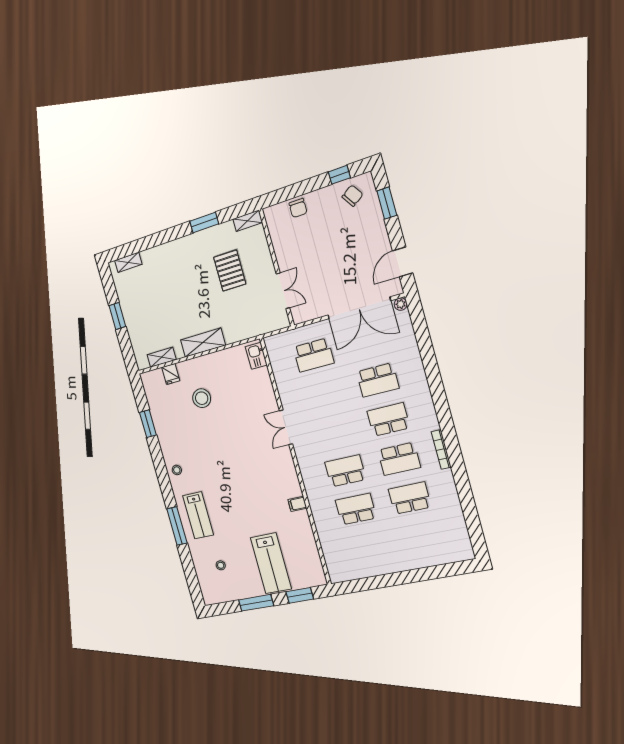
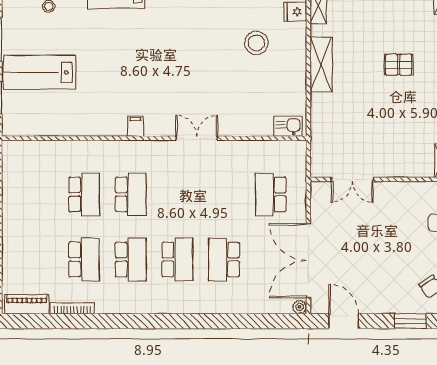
pallet: (230, 271) -> (399, 65), moved, width x0.67, depth x0.71
bookcase: (441, 449) -> (72, 308), moved
school desk: (399, 459) -> (131, 259), turned 180
filing cabinet: (297, 504) -> (135, 126), moved
piano: (461, 539) -> (27, 304), added

